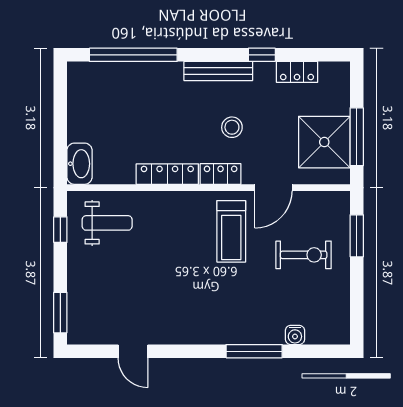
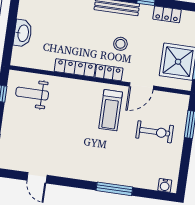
washbasin: (79, 164) -> (23, 33), moved
weight bench: (107, 223) -> (32, 94), turned 180
water cooler: (295, 335) -> (165, 185), moved

